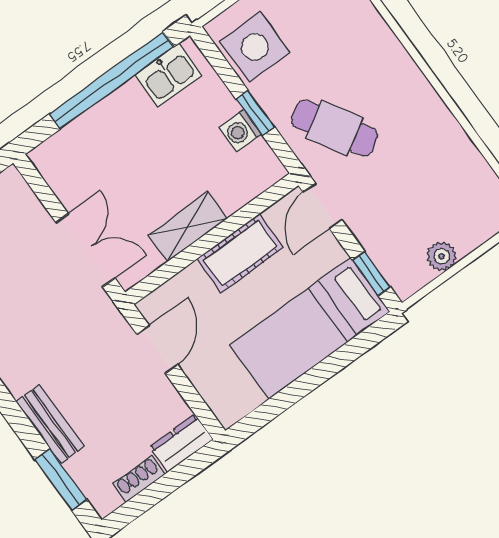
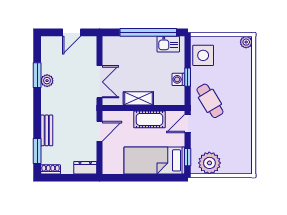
plant: (442, 256) -> (209, 163), width x1.87, depth x1.87
shoe rack: (139, 479) -> (51, 169), moved

